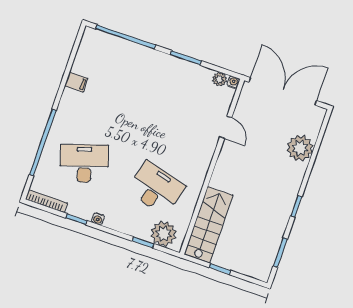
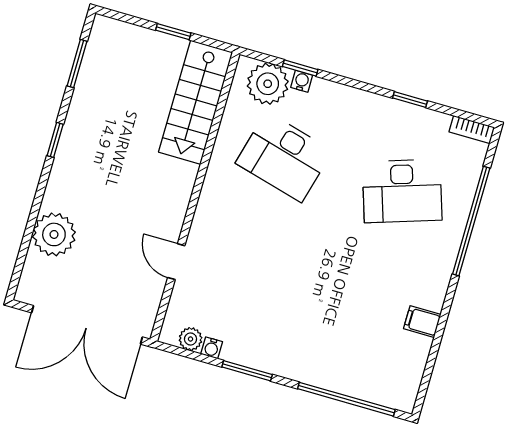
water cooler: (233, 82) -> (212, 348), moved
bookcase: (46, 201) -> (472, 130), width x0.64
water cooler: (98, 219) -> (302, 81), moved

